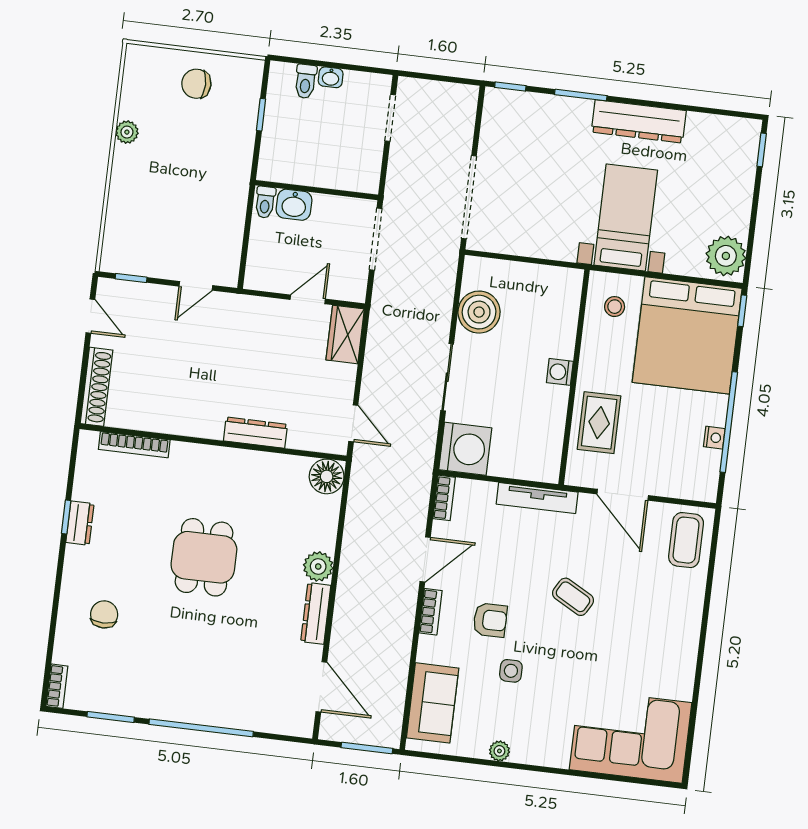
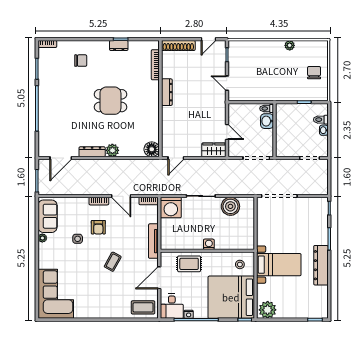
dresser: (255, 433) -> (167, 92), moved
desk: (691, 474) -> (172, 306), added
sofa: (433, 703) -> (48, 216), moved, turned -90

